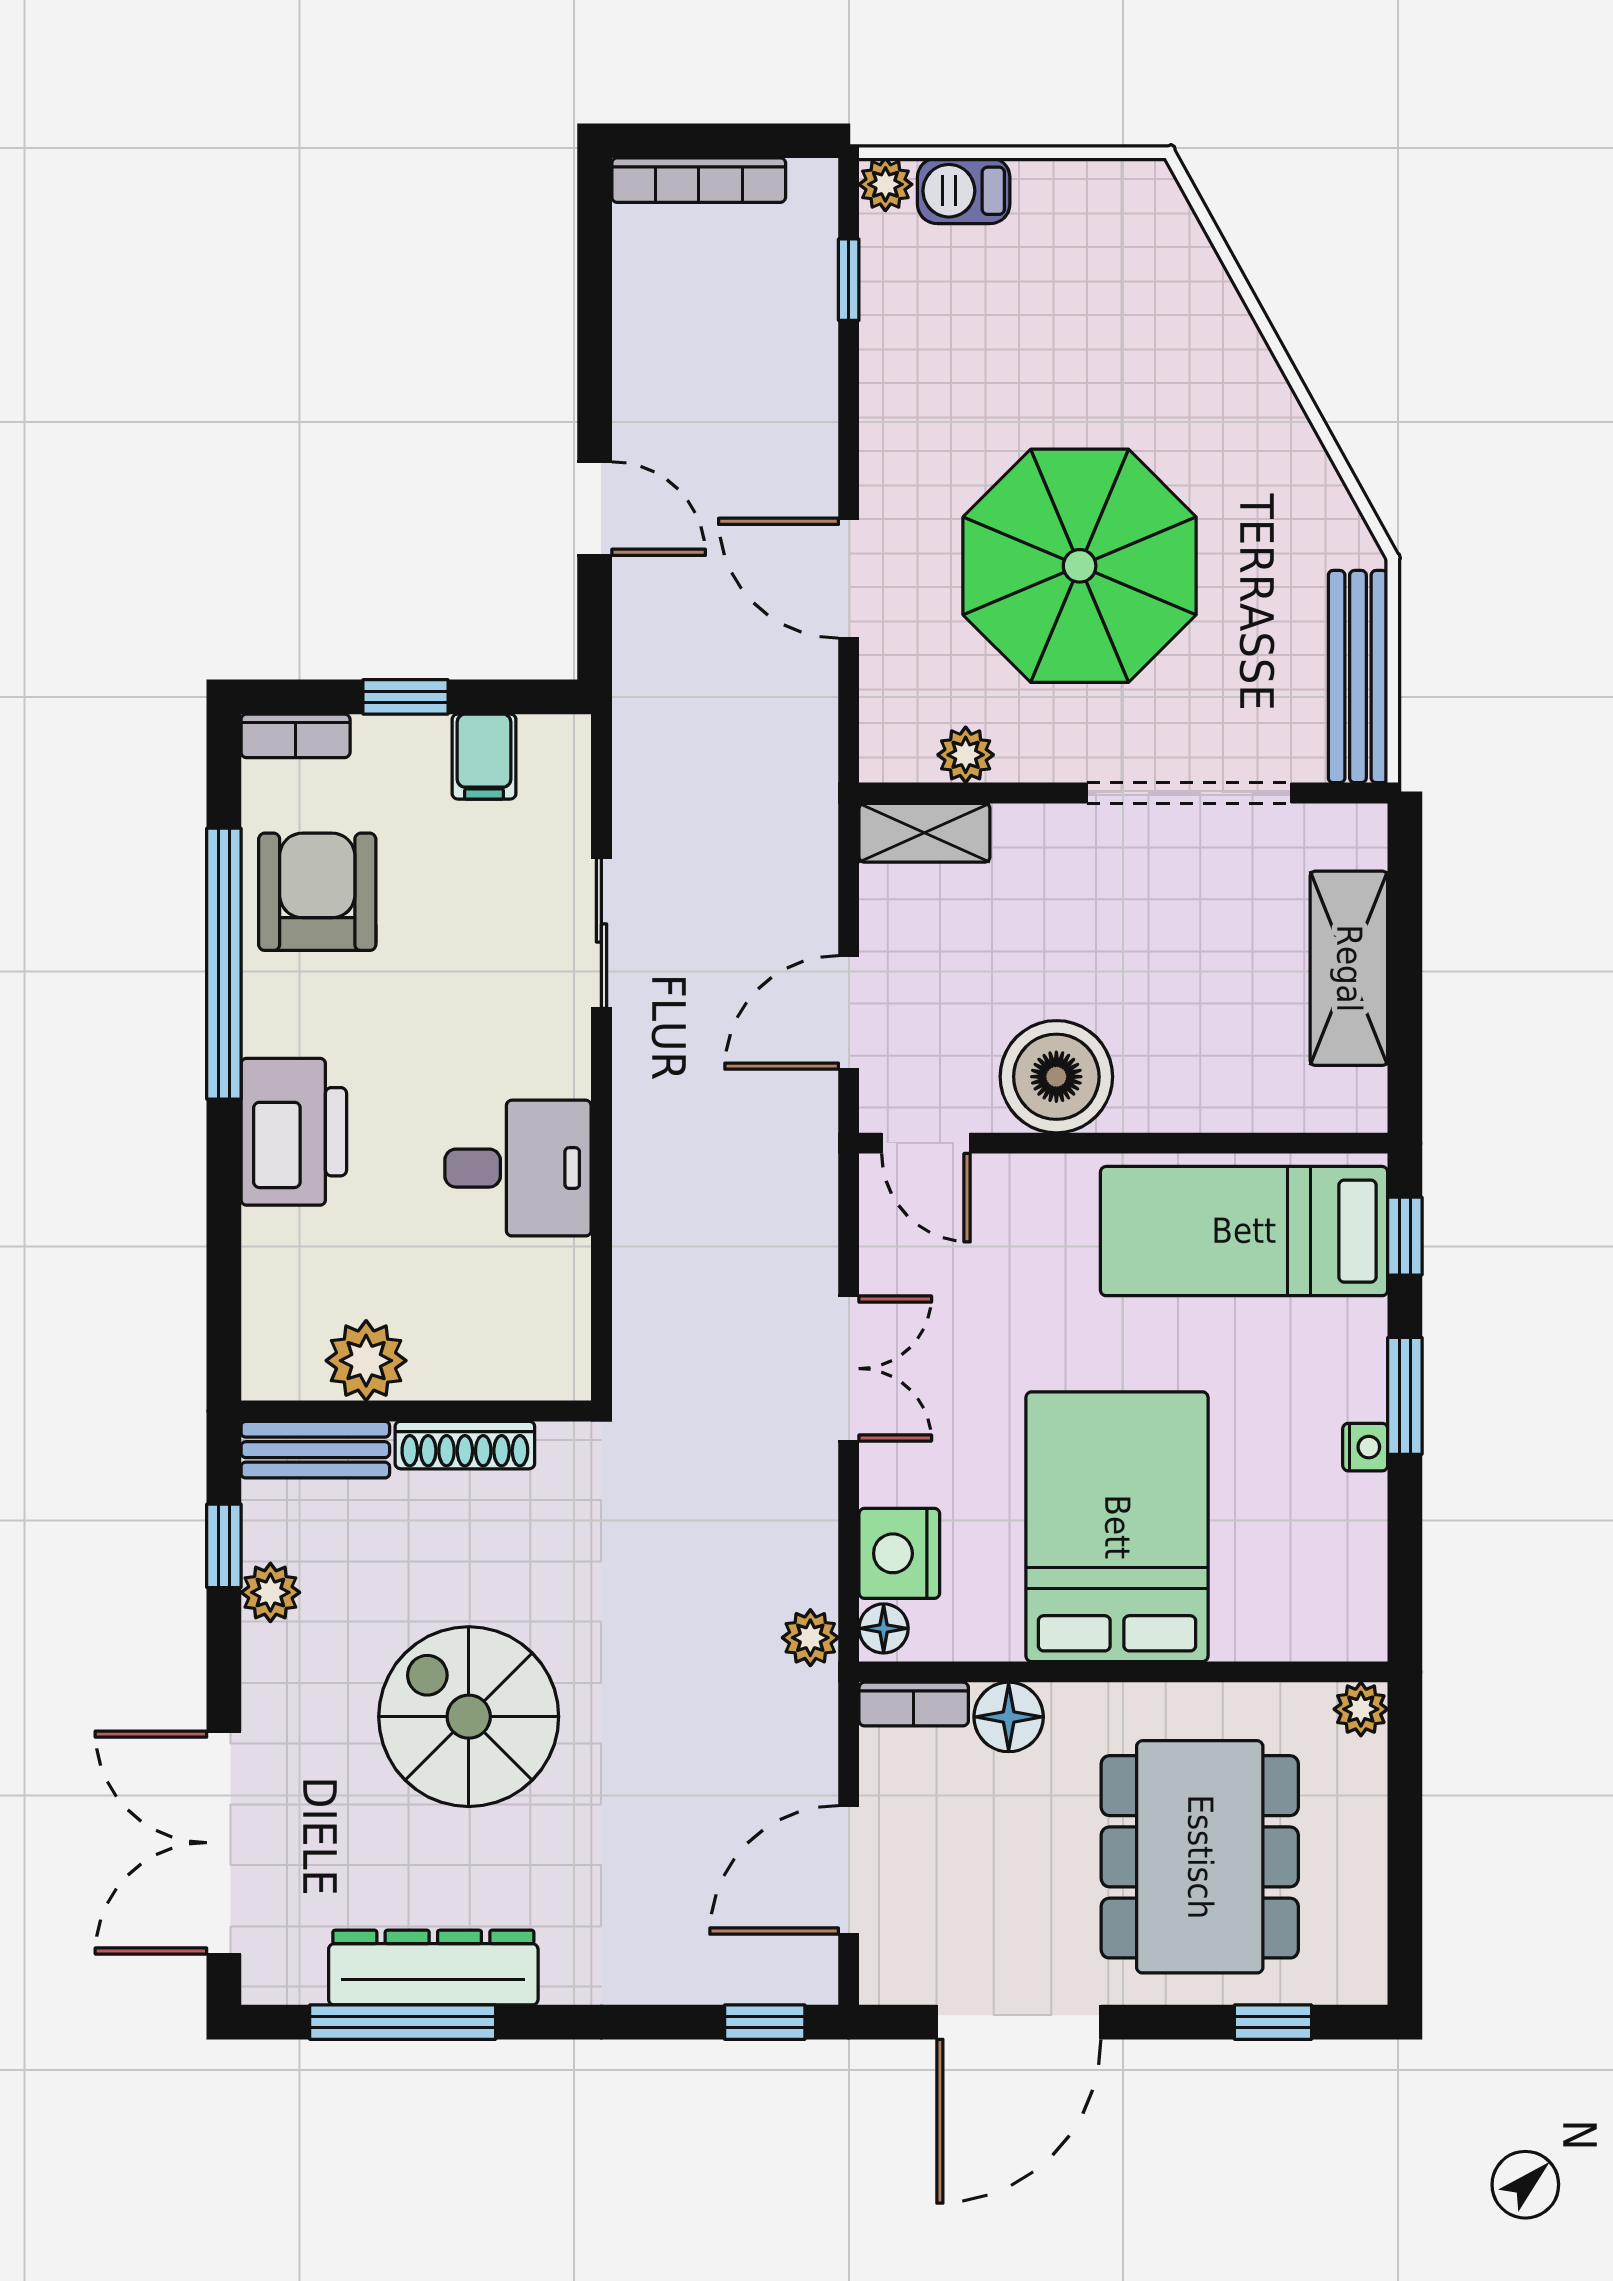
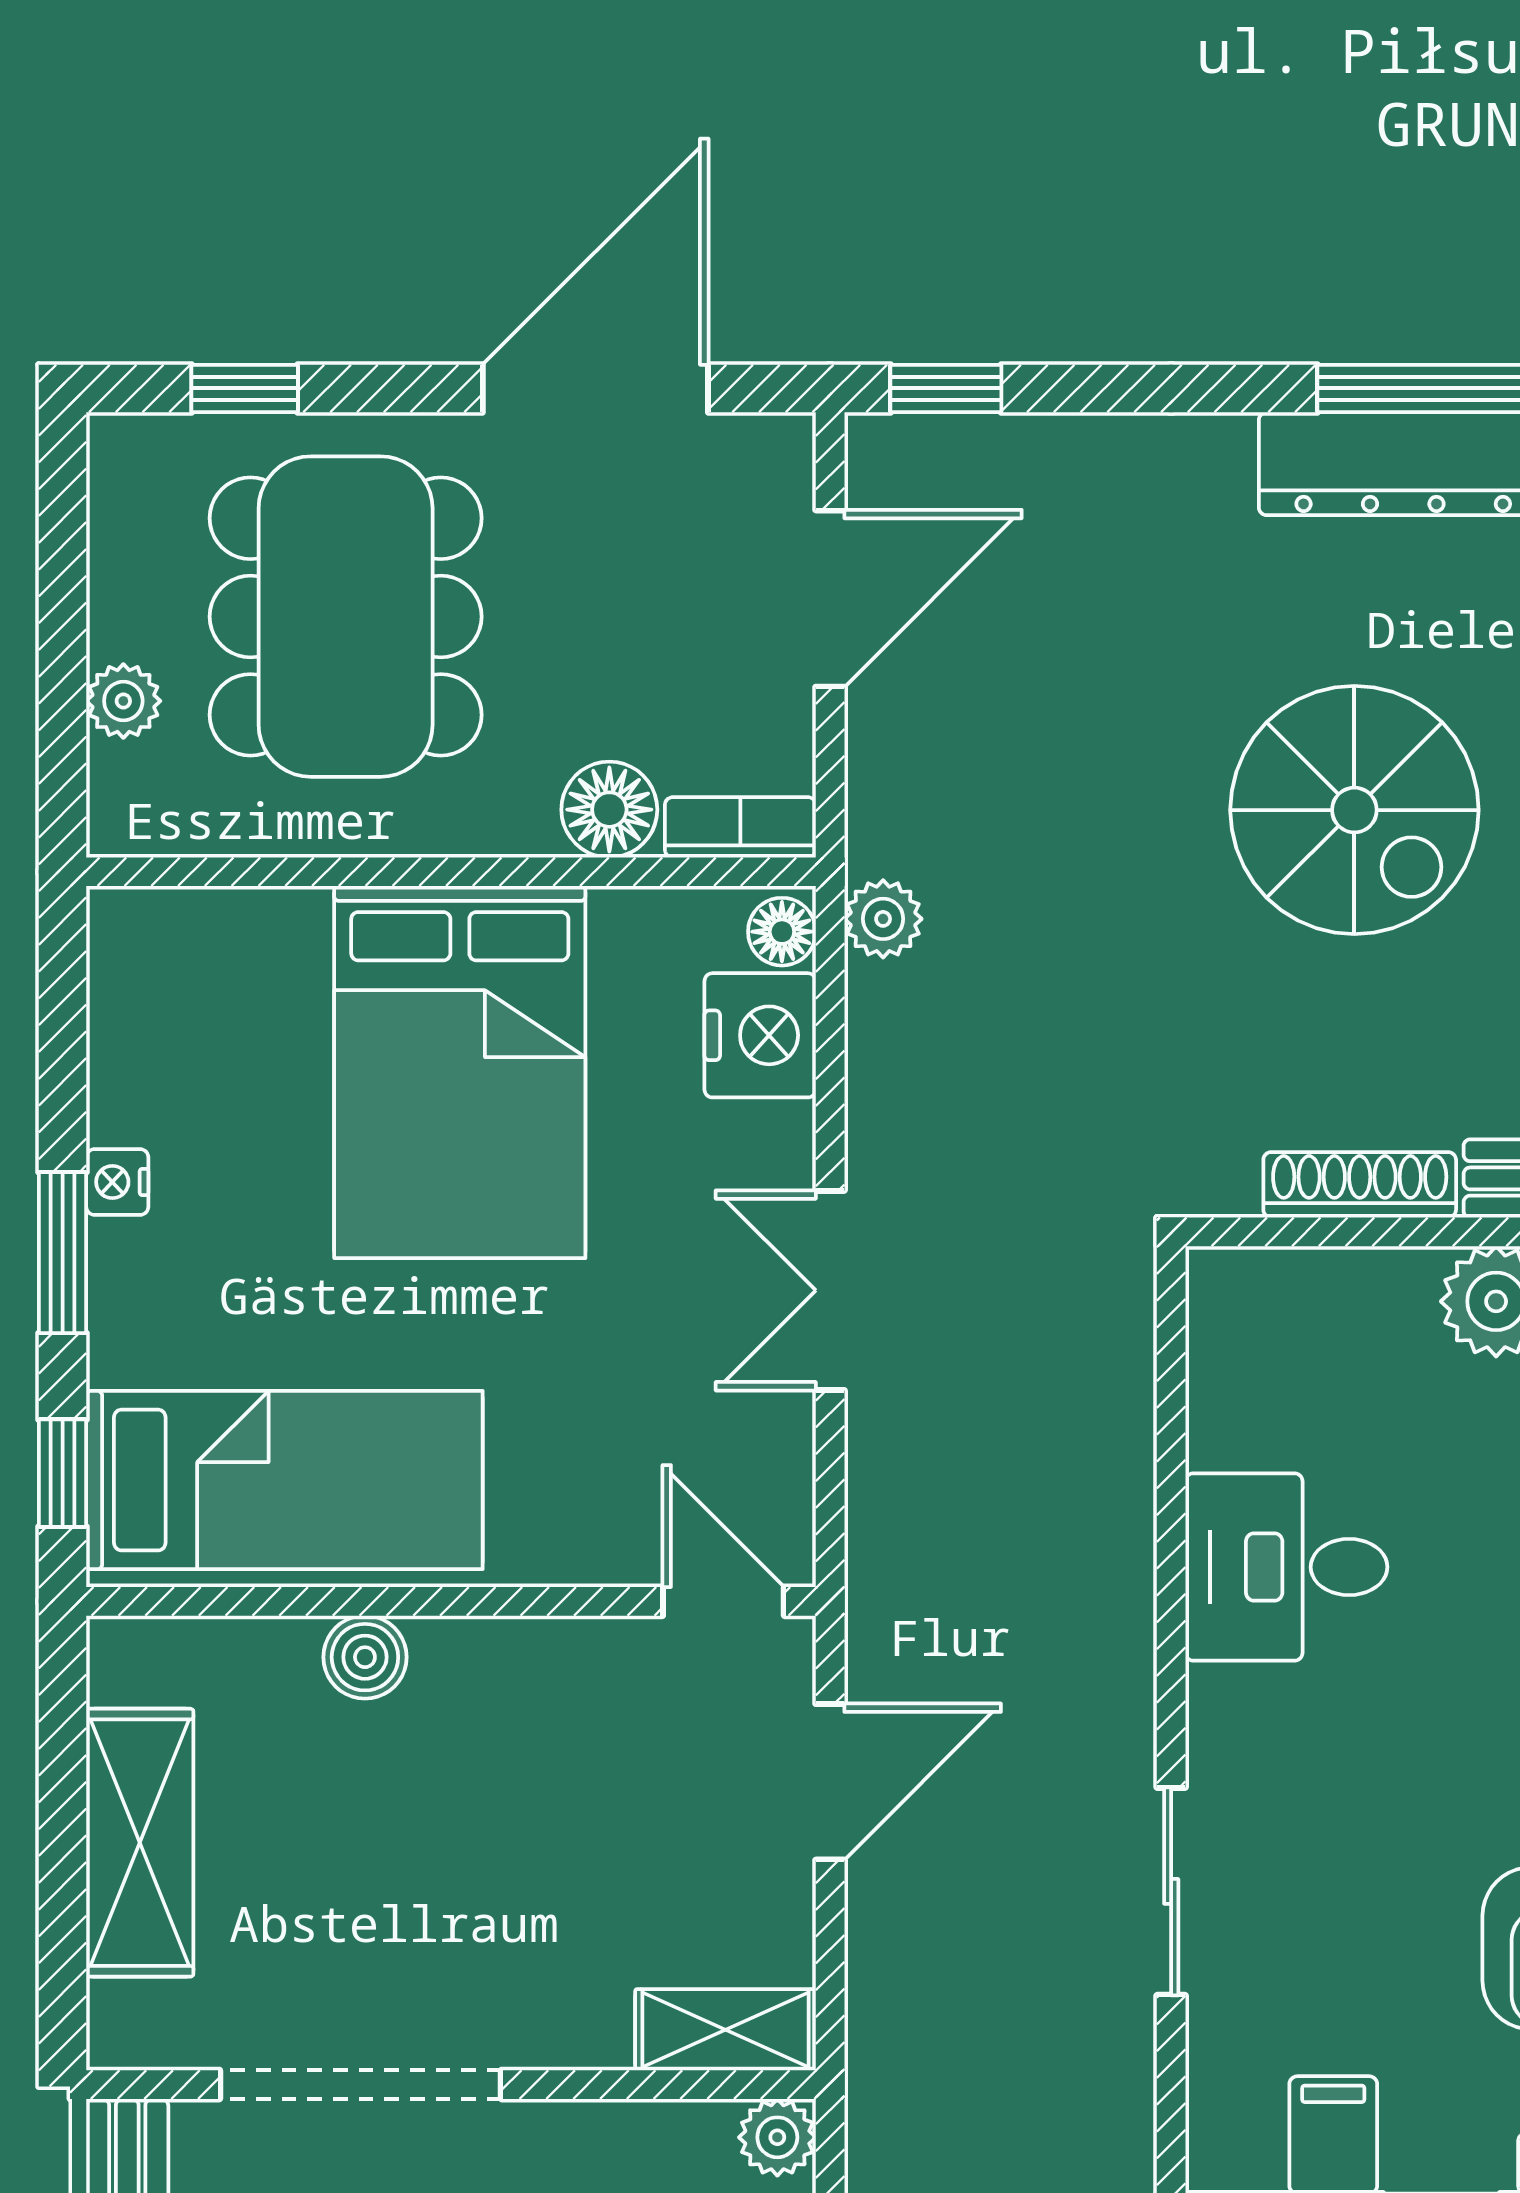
plant: (966, 755) -> (777, 2137), moved
boiler: (1056, 1077) -> (365, 1657), moved, width x0.54, depth x0.54
plant: (1361, 1709) -> (123, 701), moved

